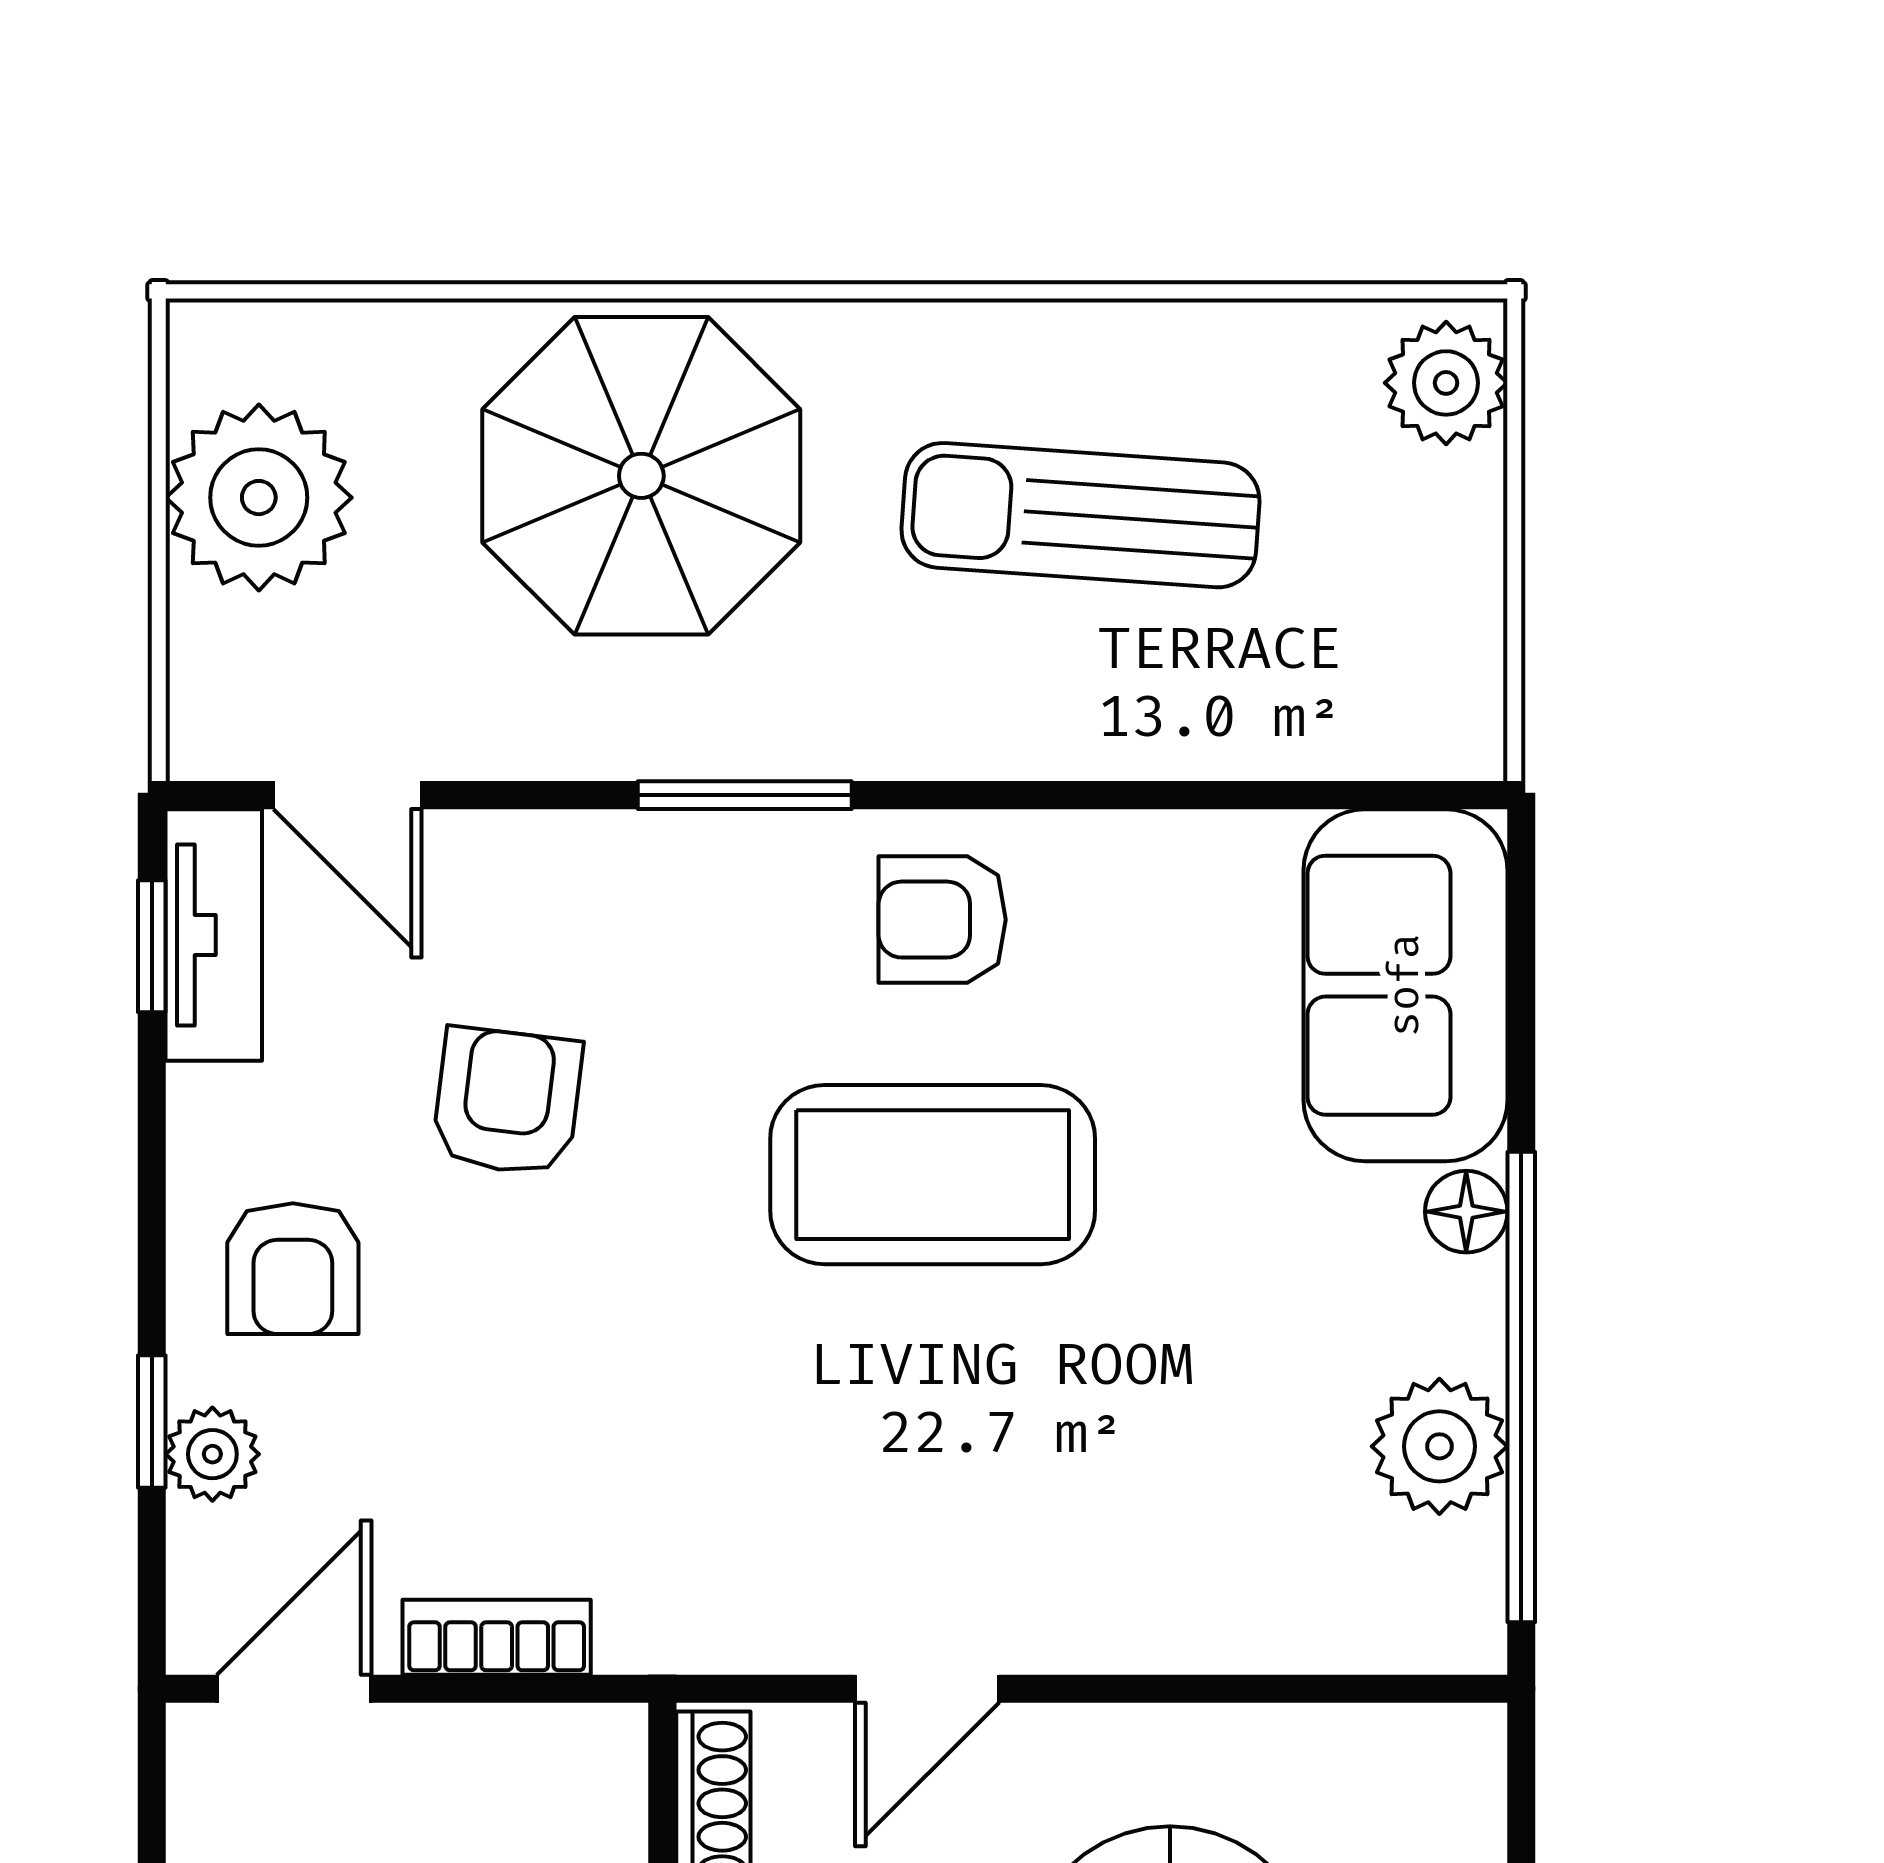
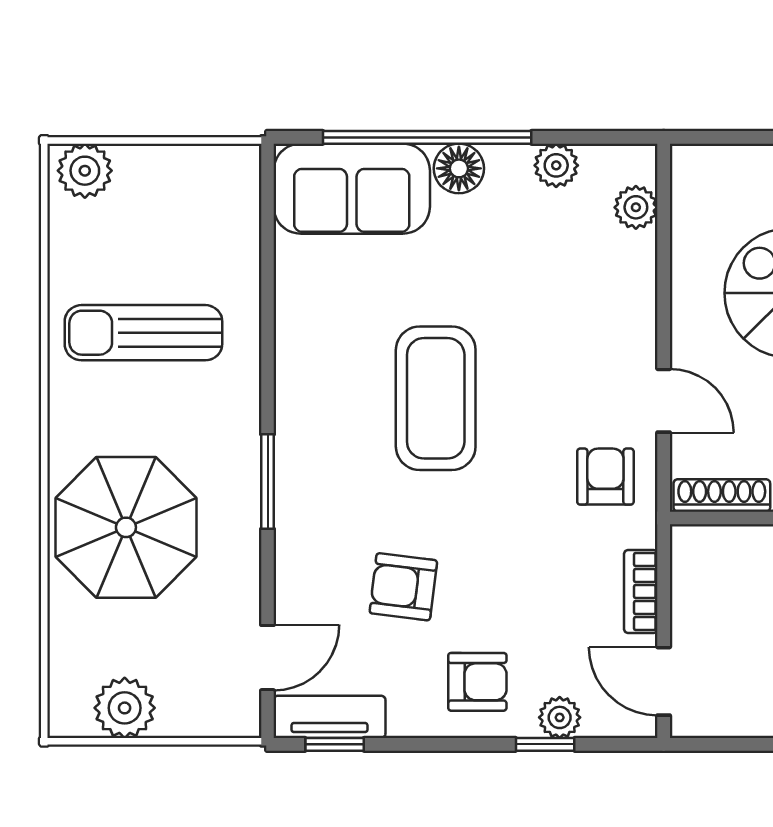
plant: (259, 498) -> (125, 708), width x0.73, depth x0.73
sun lounger: (1080, 515) -> (143, 333), turned 86
armchair: (942, 920) -> (605, 477), moved, turned 180
floor lamp: (1466, 1212) -> (459, 168), width x1.37, depth x1.37
window: (1521, 1387) -> (427, 137), moved
plant: (1439, 1446) -> (556, 165), width x0.73, depth x0.73
plant: (1363, 1626) -> (636, 207), added

